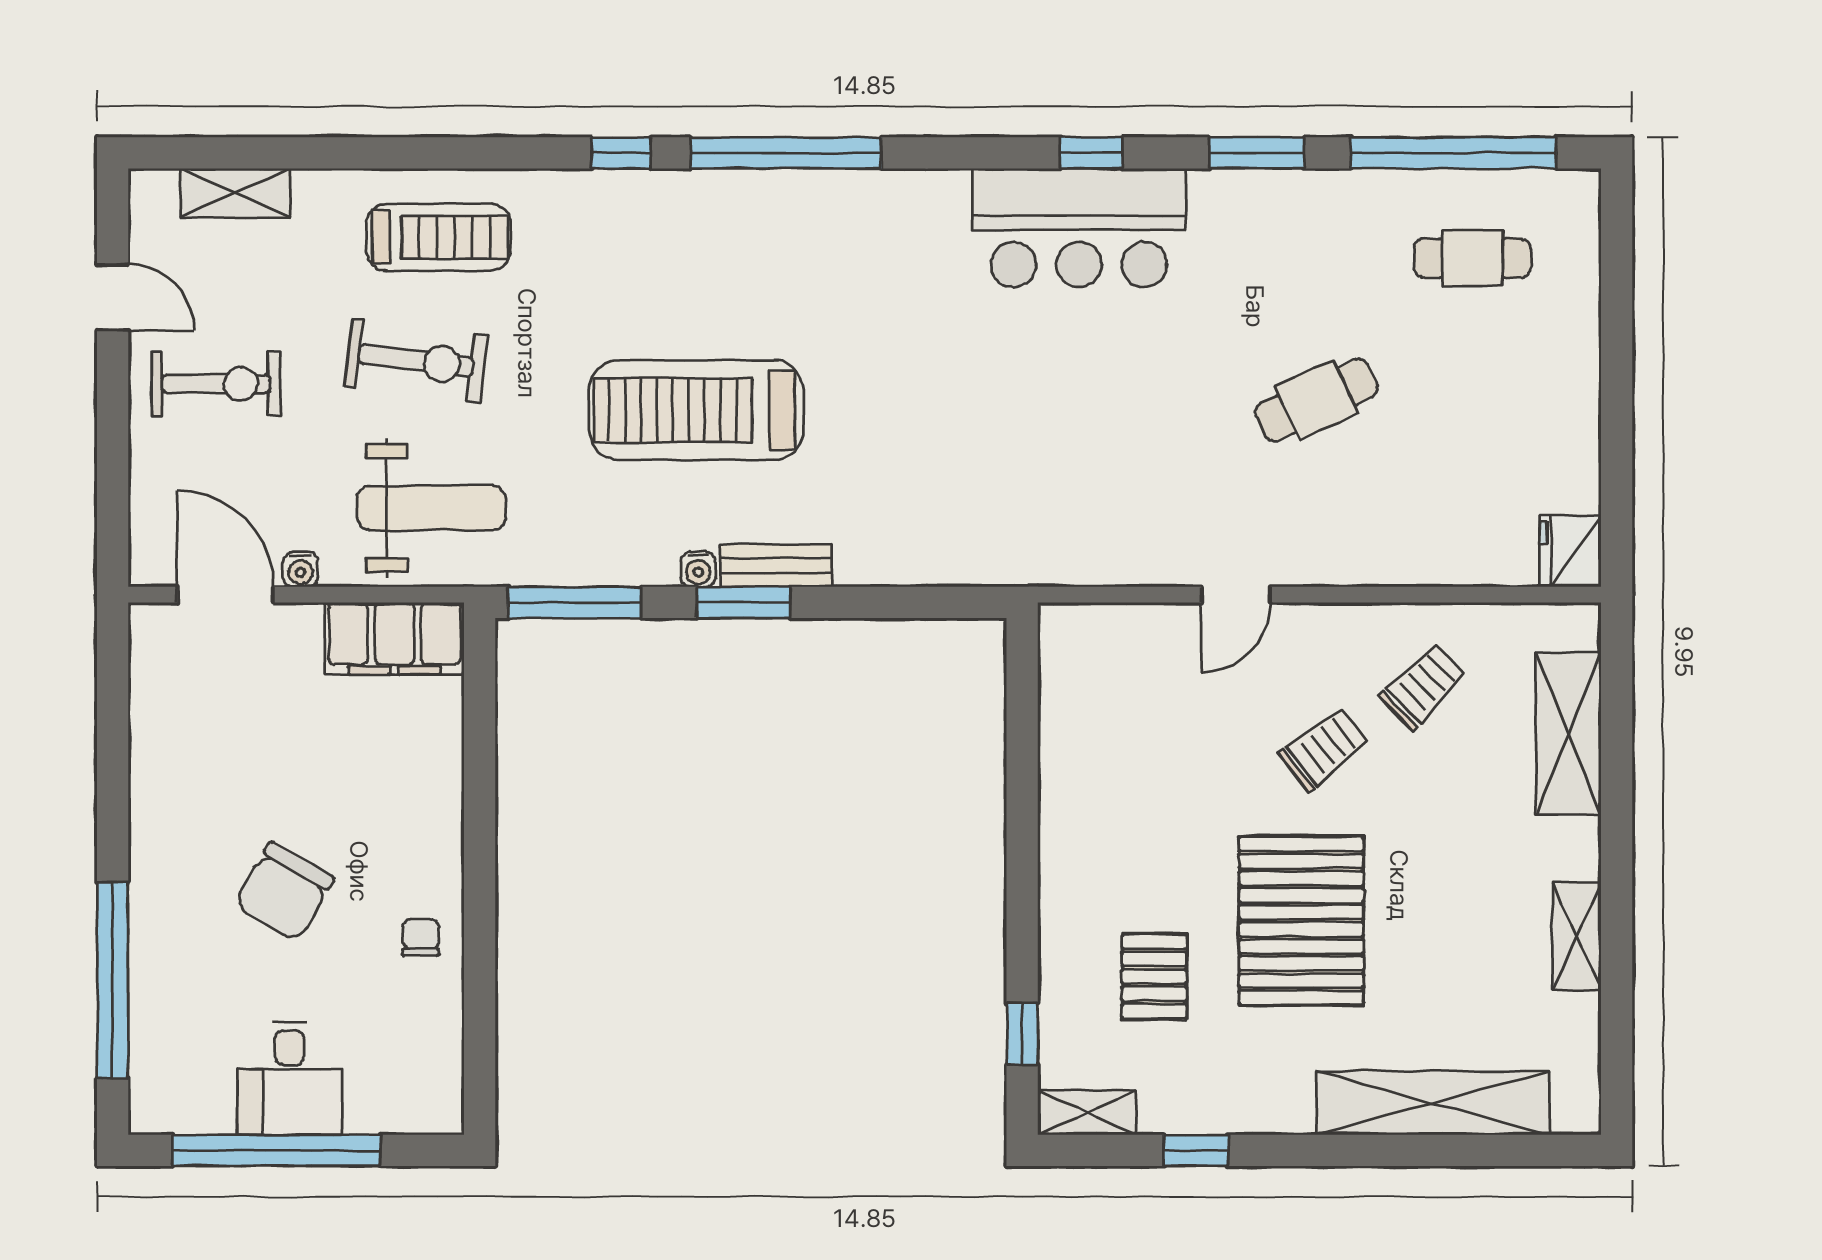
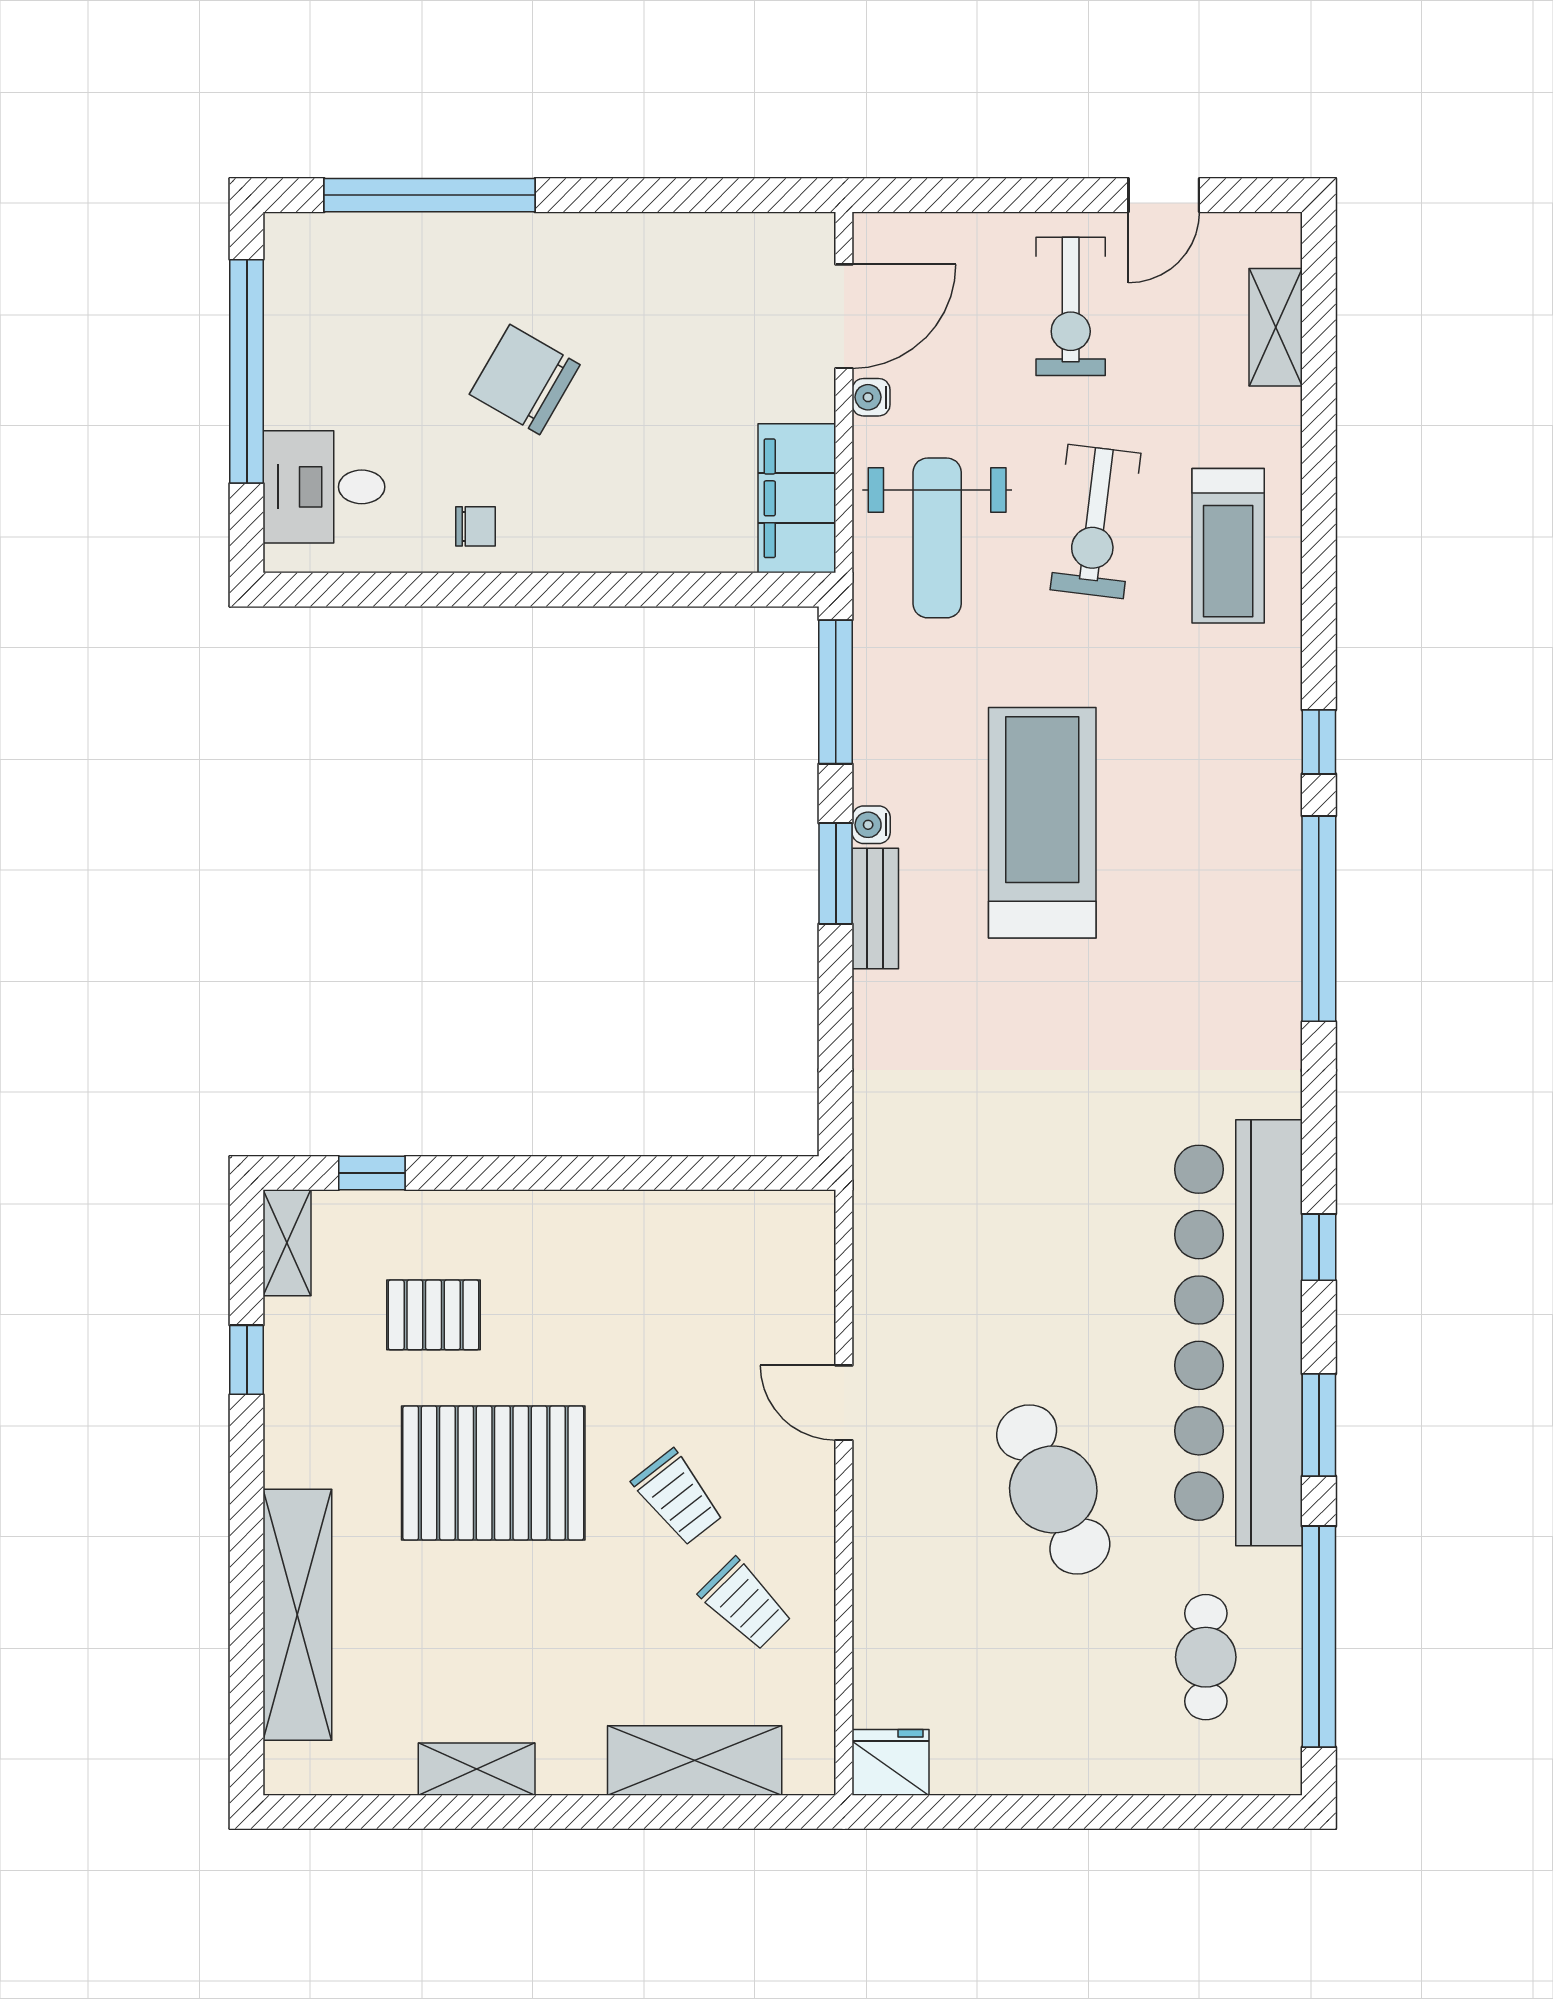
bar counter: (1079, 228) -> (1238, 1333), width x1.86
cafe table: (1317, 400) -> (1053, 1489), width x1.37, depth x1.35
desk: (290, 1078) -> (324, 487), moved

